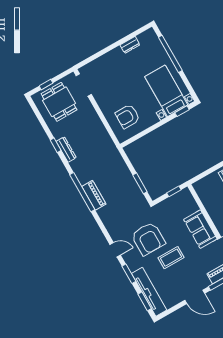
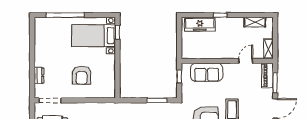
dresser: (130, 45) -> (39, 76), moved
armchair: (128, 116) -> (82, 75), moved
sofa: (200, 229) -> (207, 72), moved

